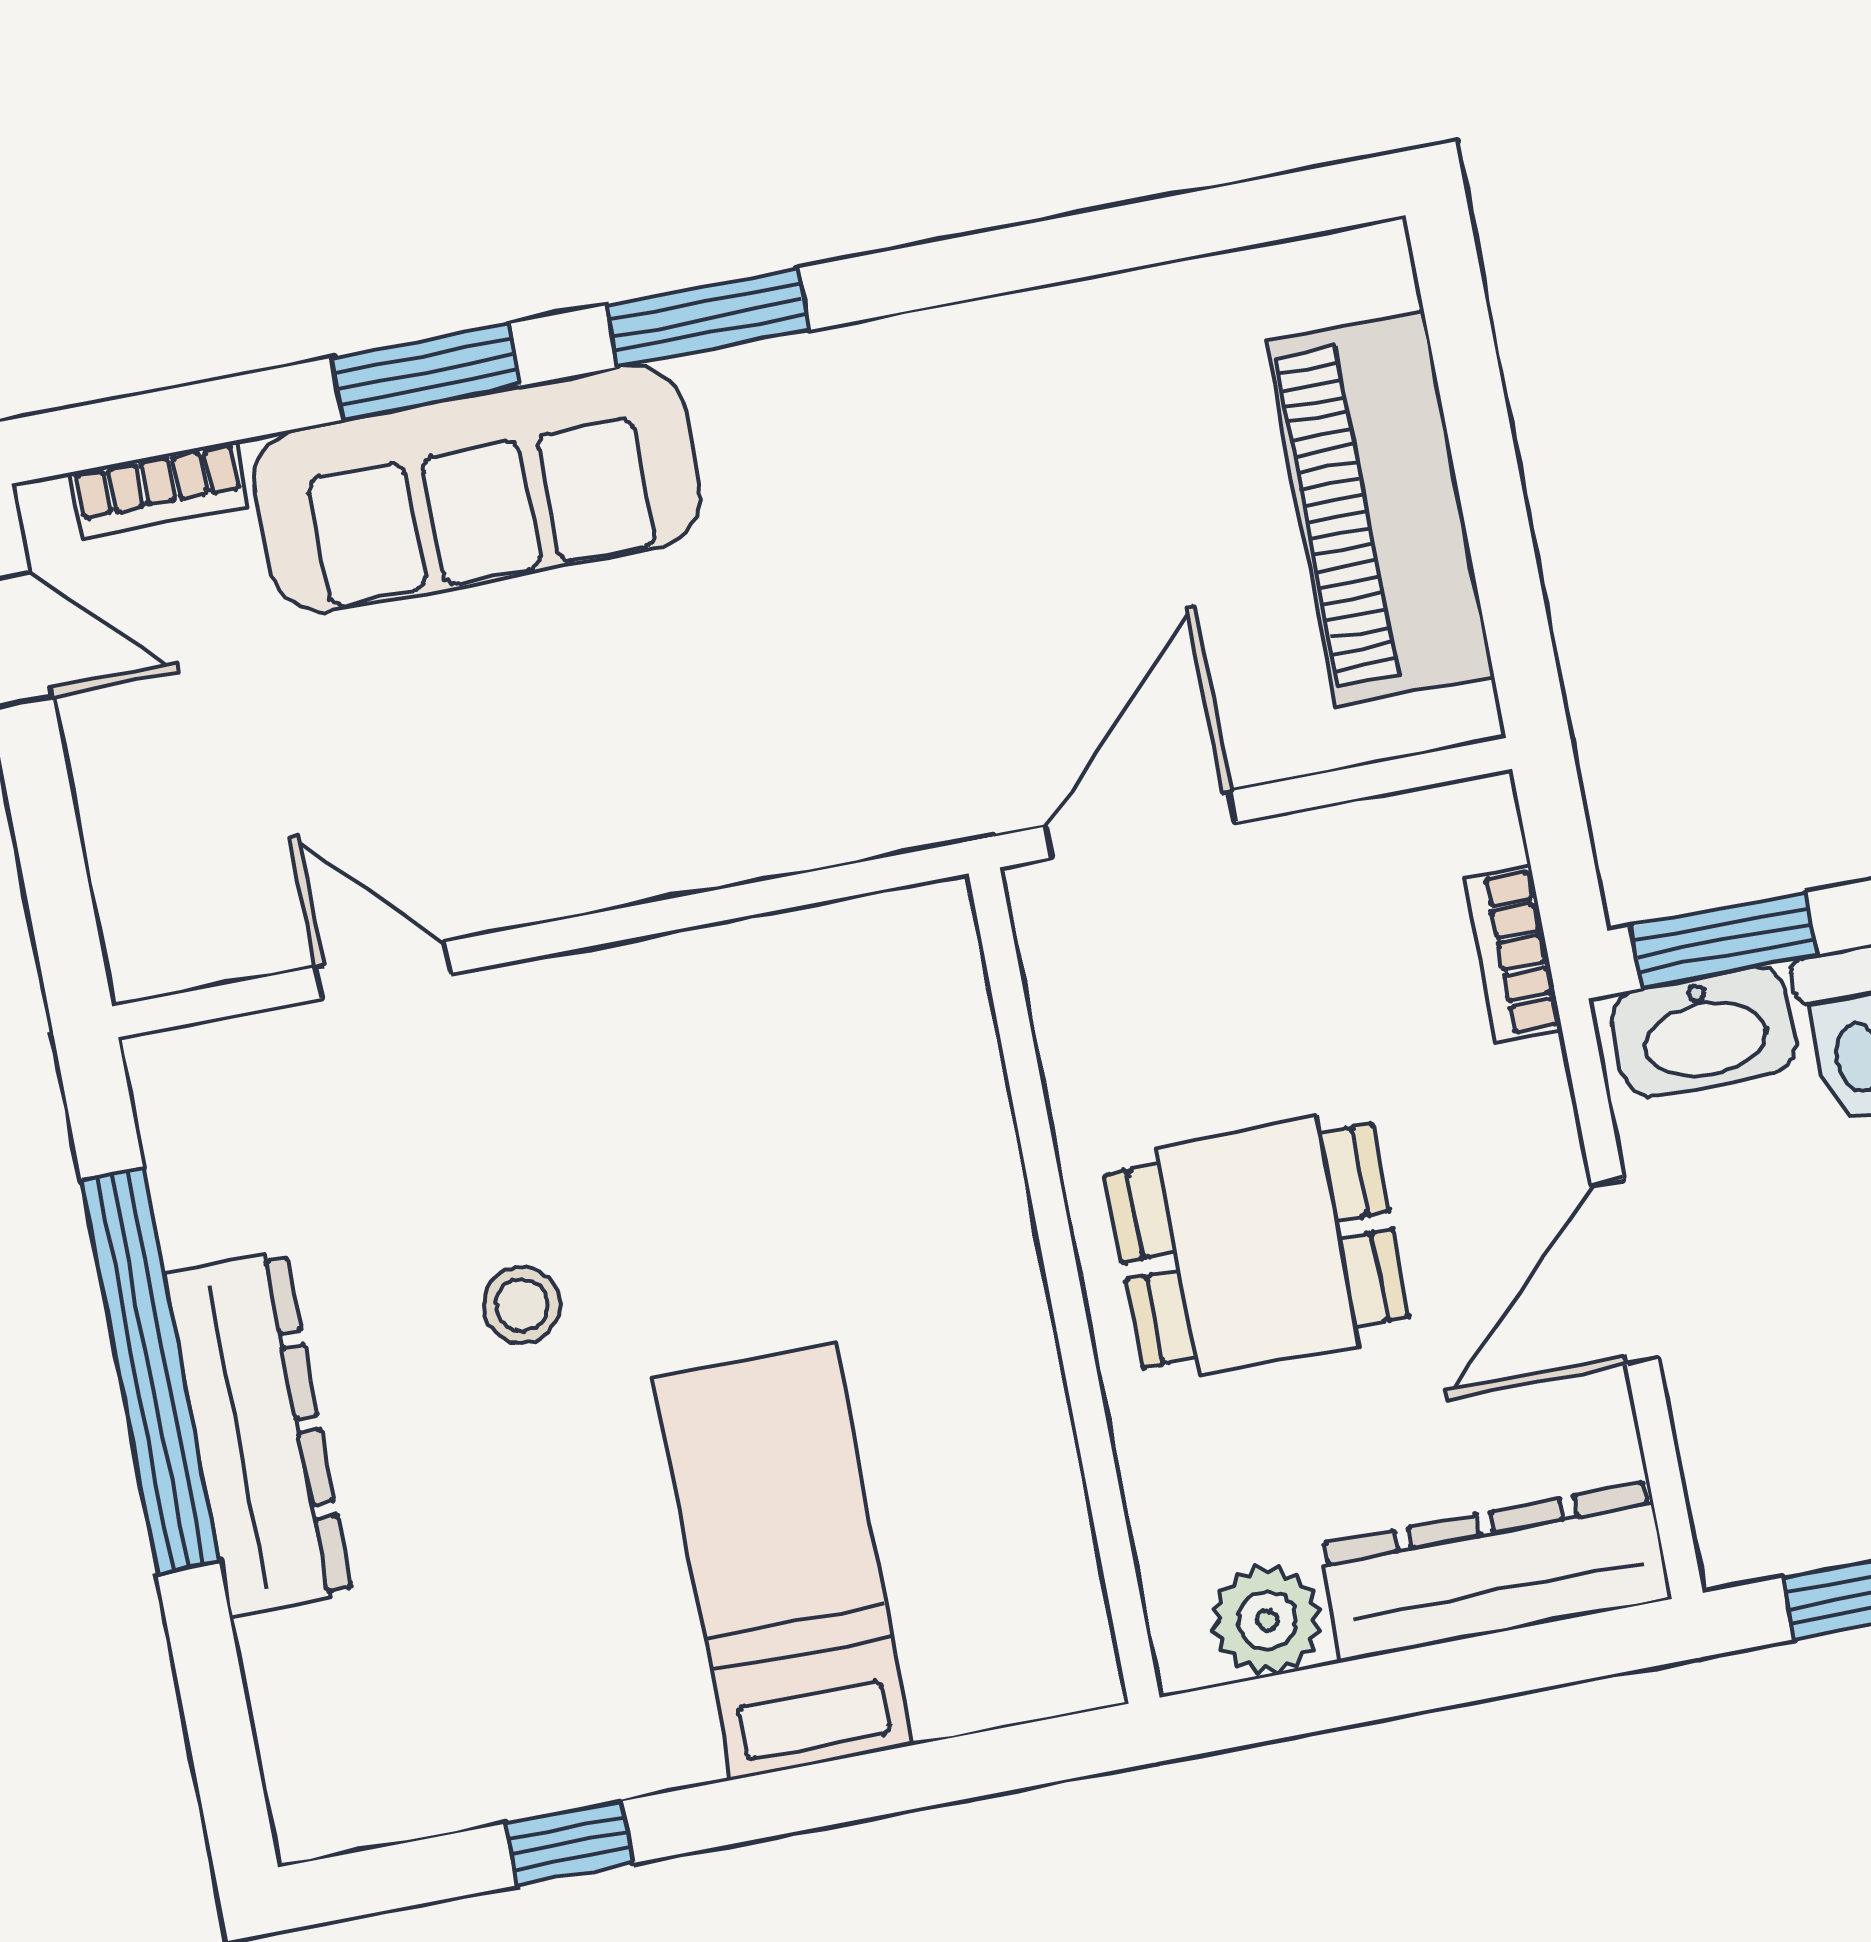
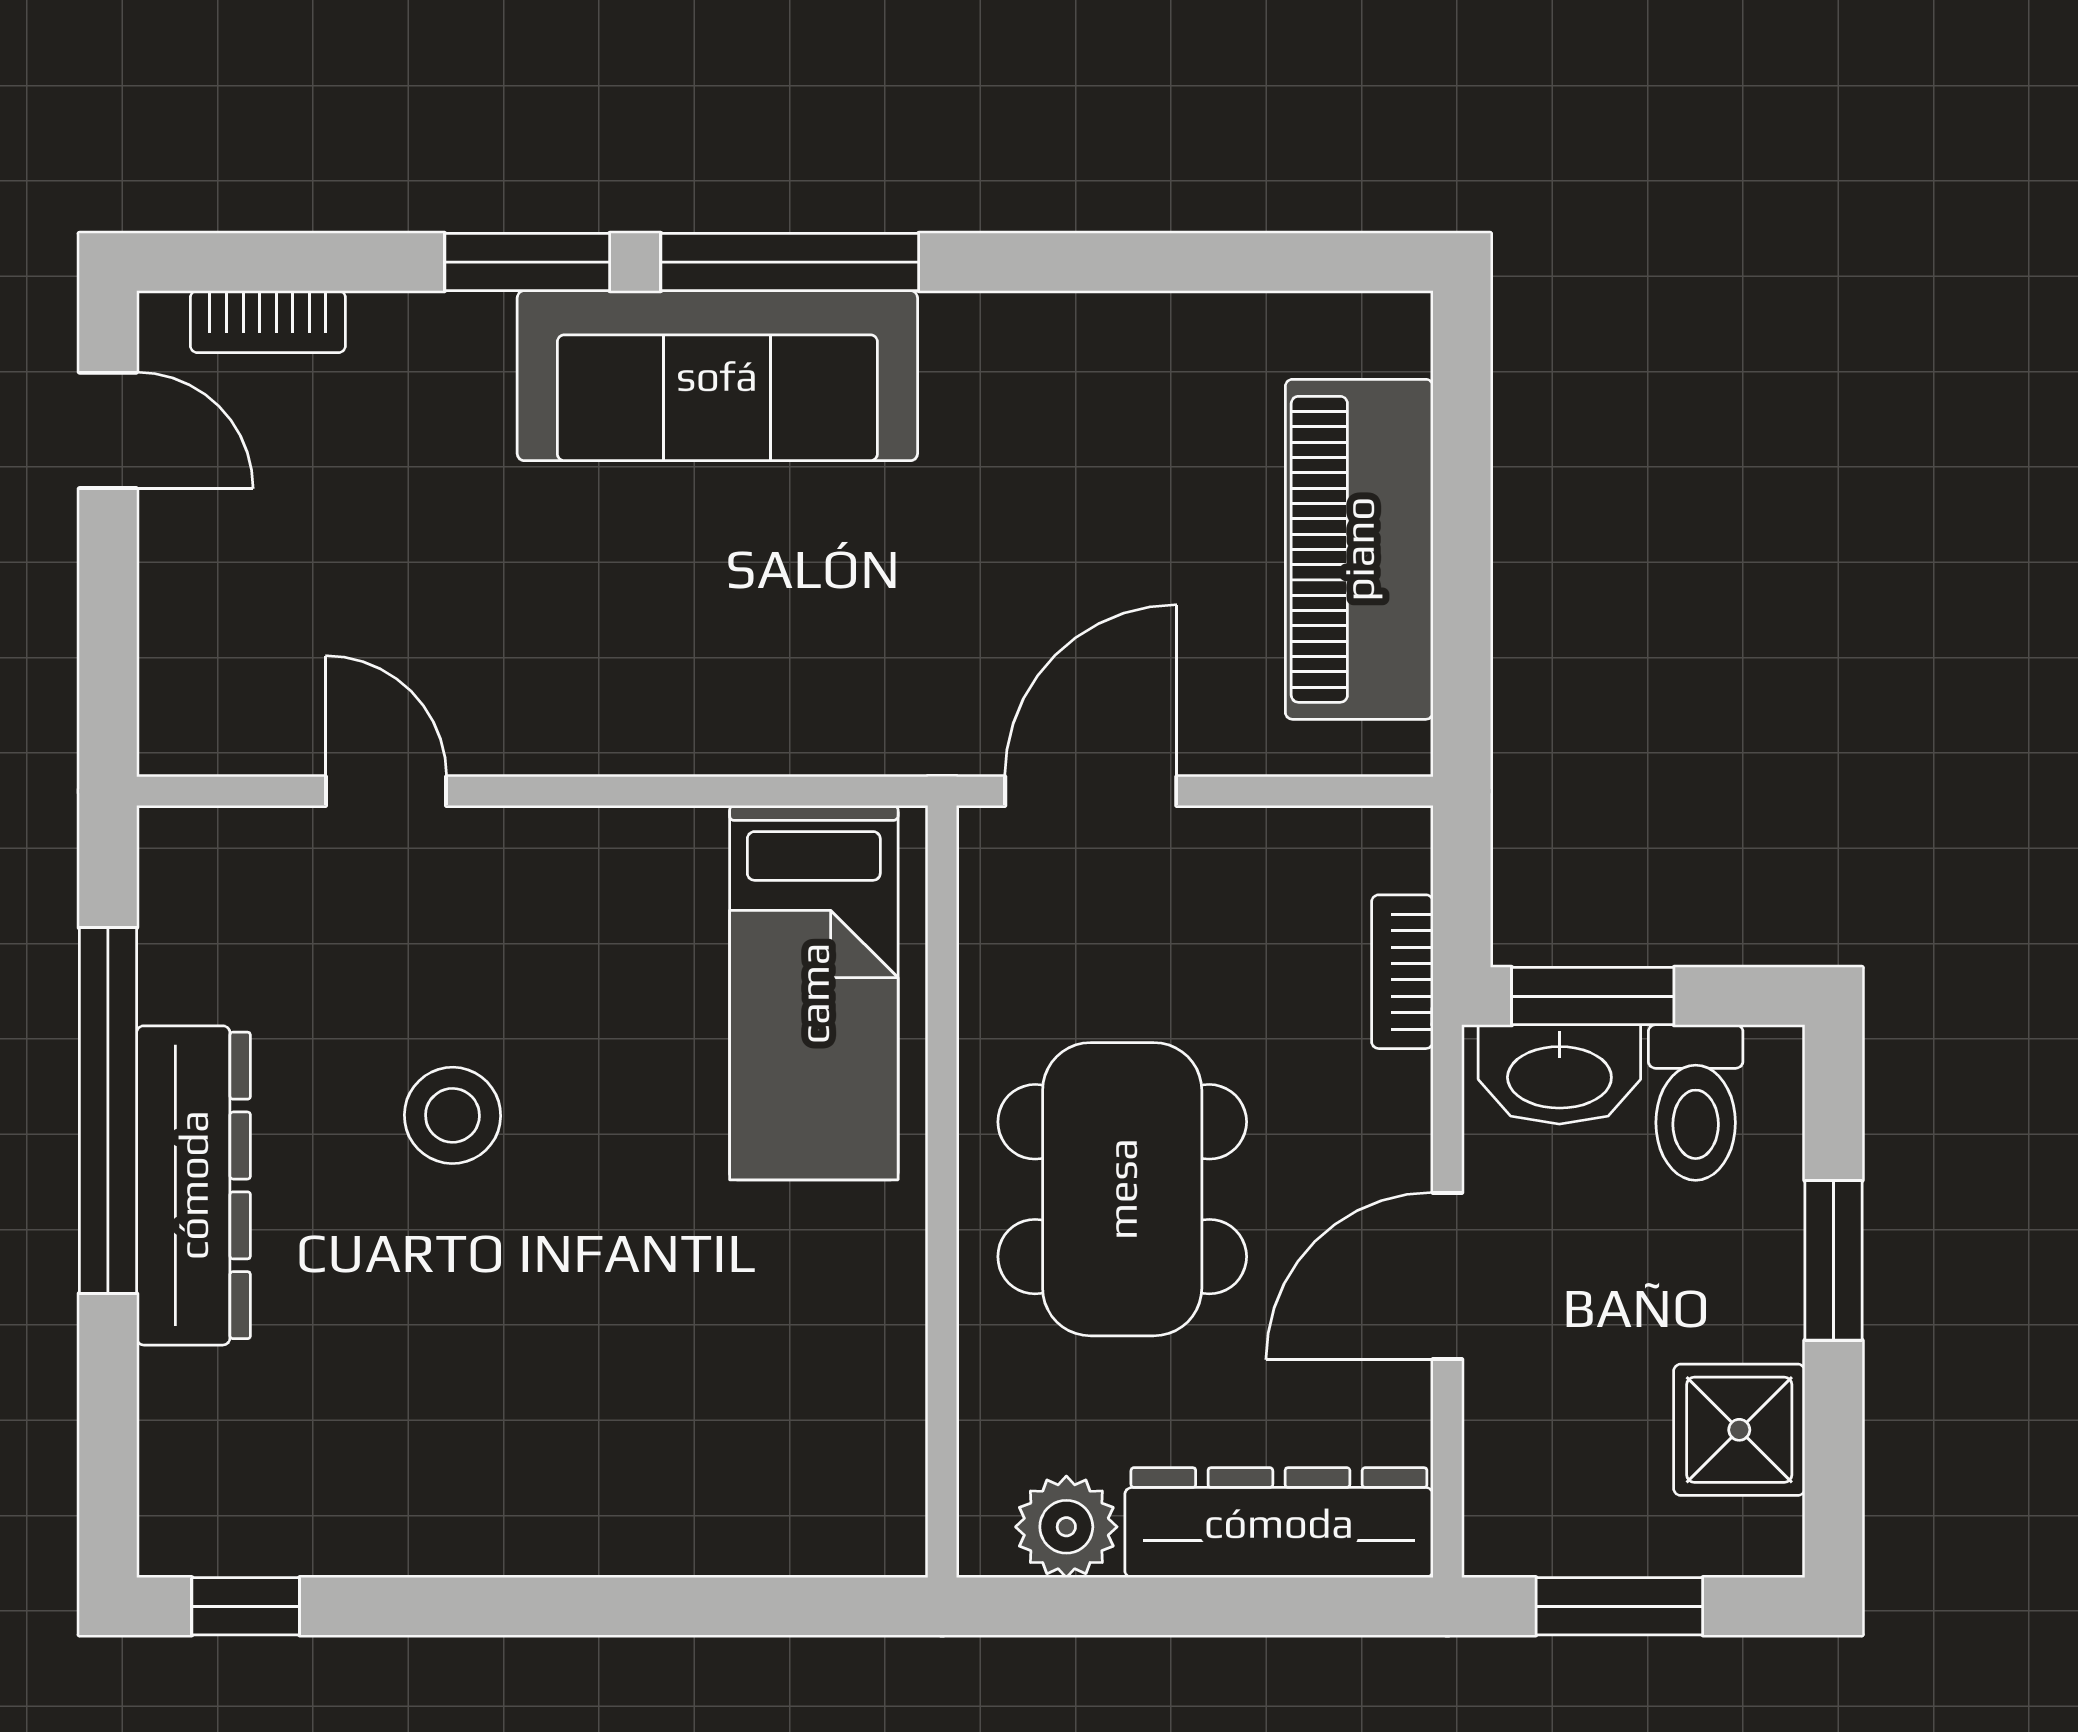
window: (708, 318) -> (790, 262), width x1.44
sofa: (477, 489) -> (717, 376), moved
dining table: (1257, 1246) -> (1122, 1189), width x1.38
stool: (522, 1305) -> (452, 1115), width x1.37, depth x1.37
bed: (783, 1561) -> (814, 993), moved, turned 180
window: (569, 1843) -> (246, 1606), moved

